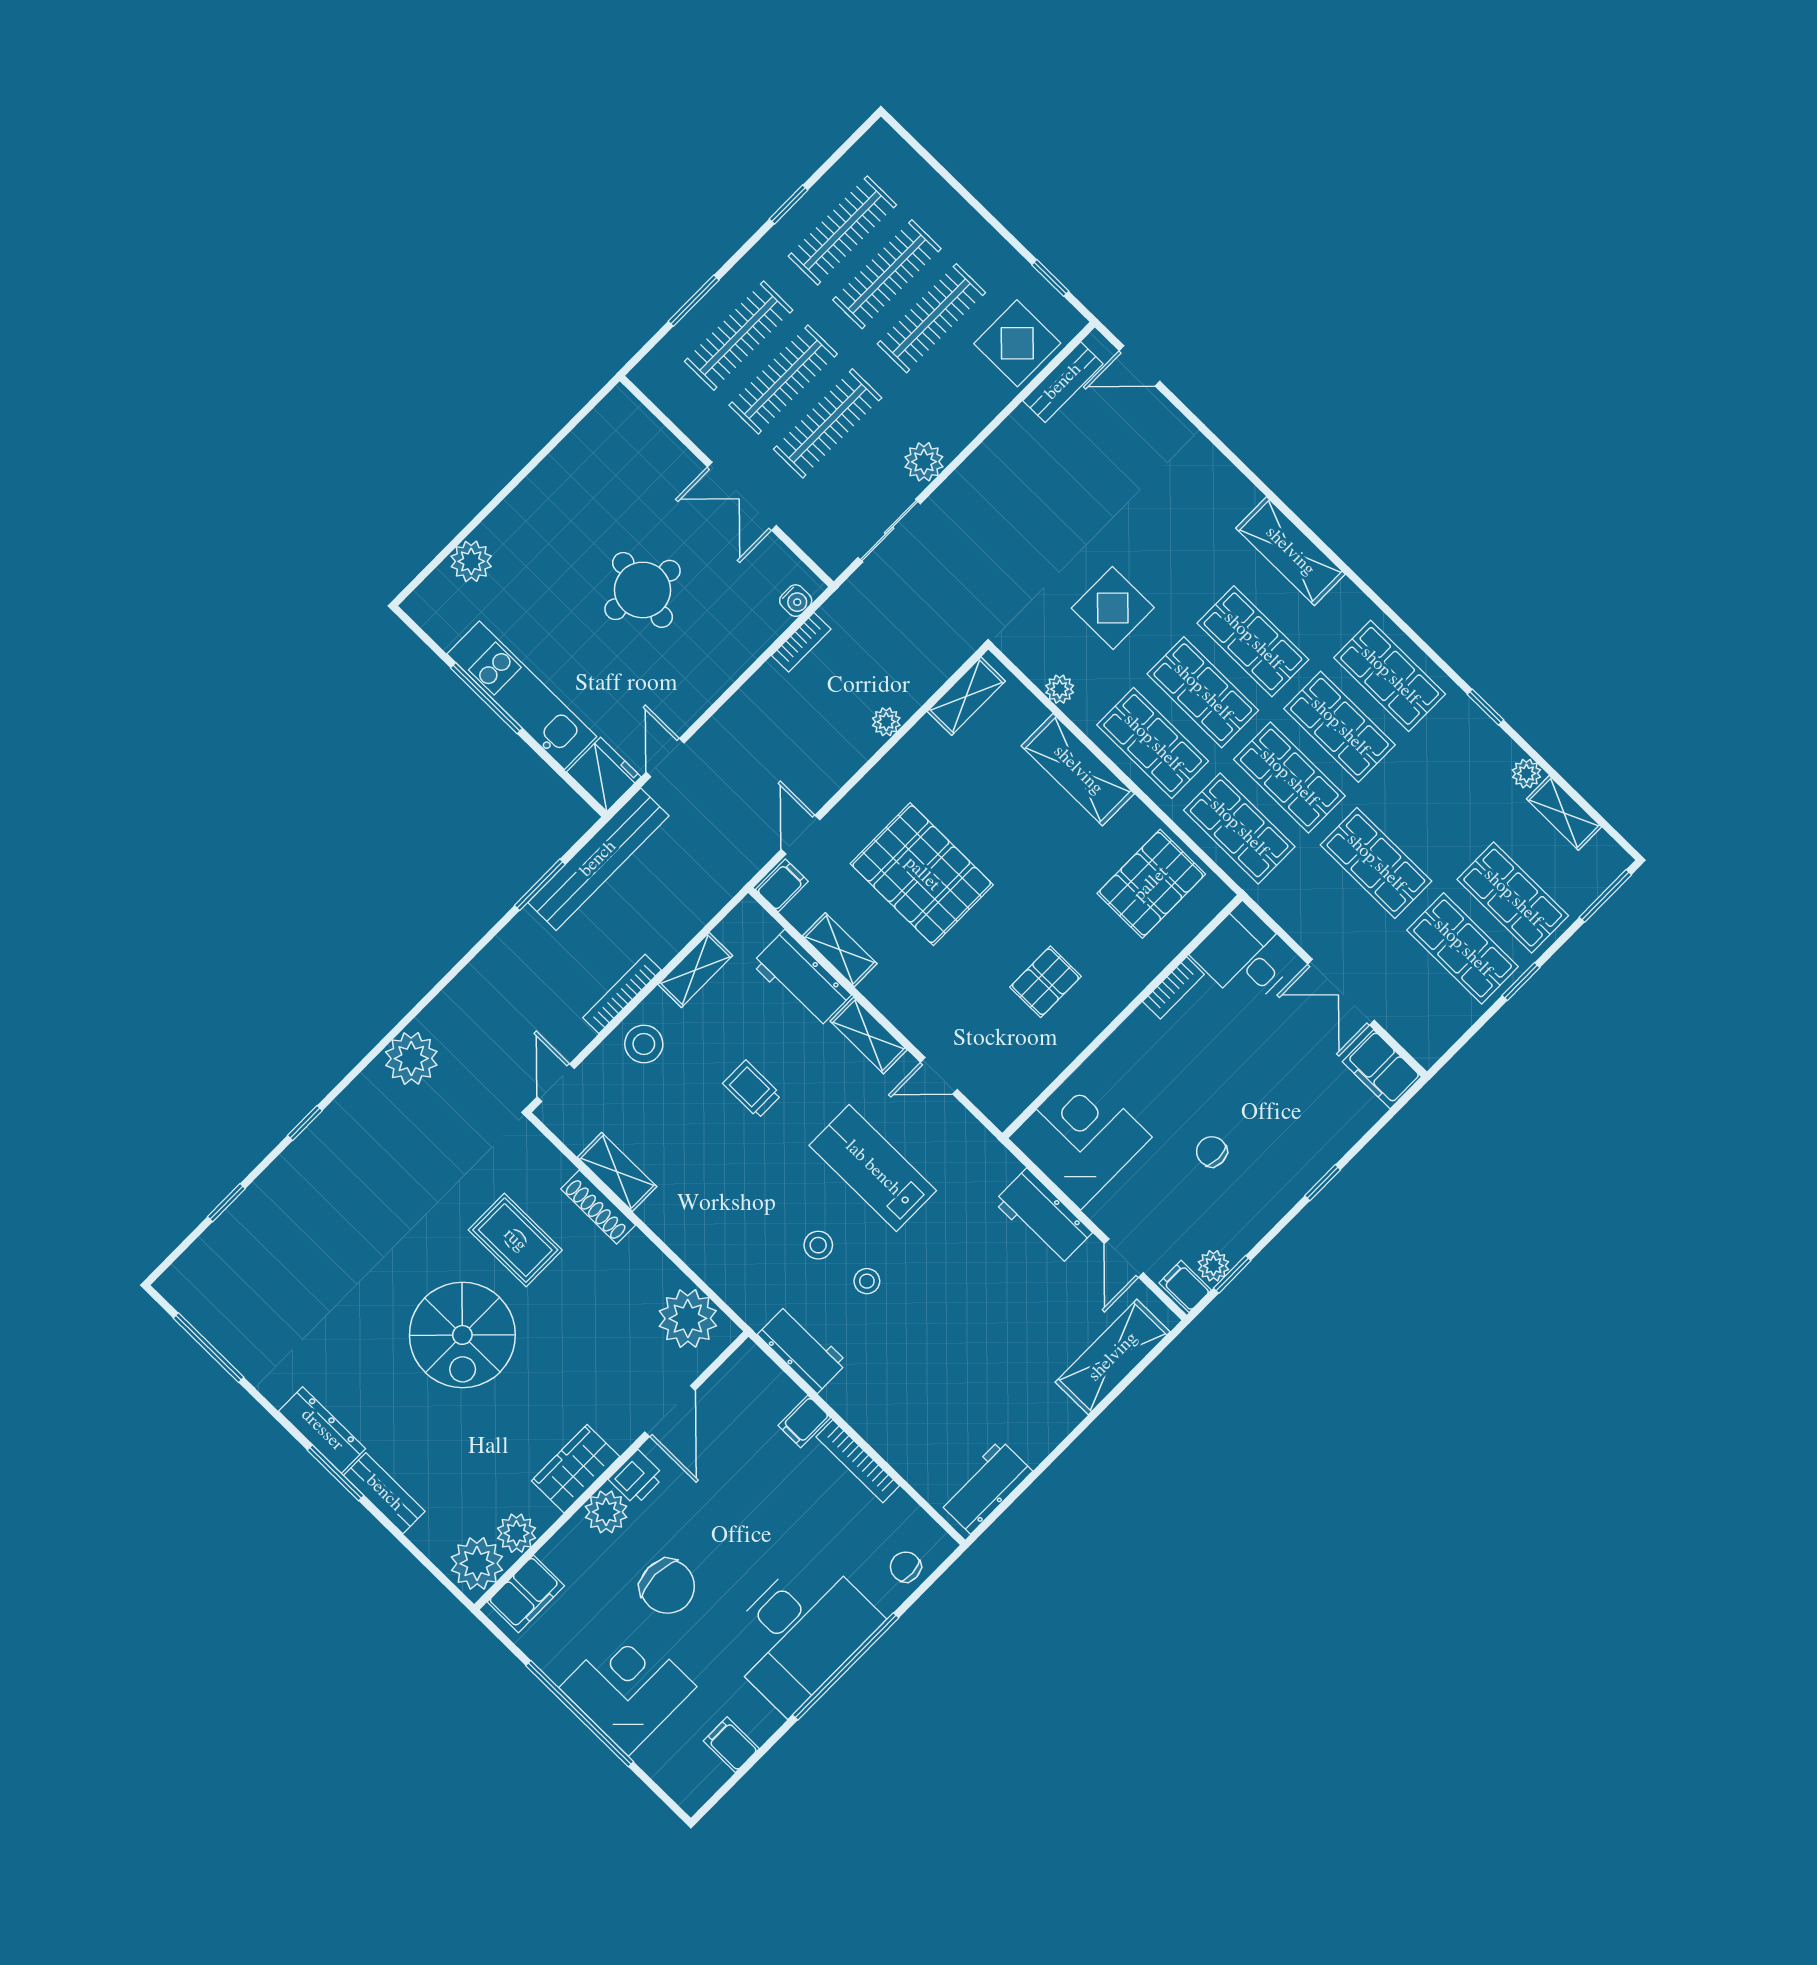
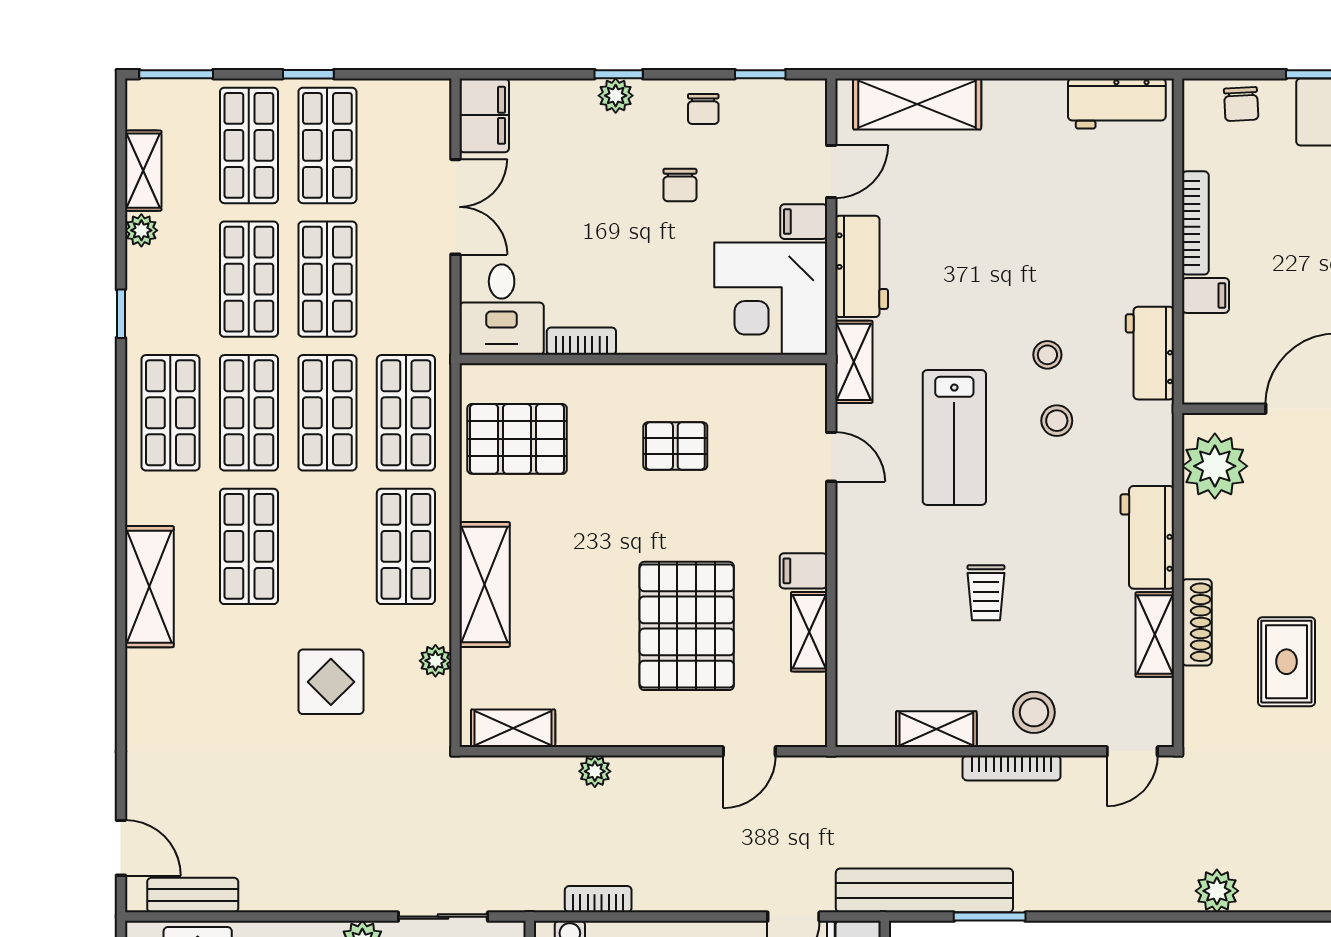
shop shelf: (1203, 692) -> (249, 279), moved
filing cabinet: (782, 885) -> (803, 571), moved
workbench: (801, 979) -> (1147, 537), moved, turned 180
shelving: (869, 1035) -> (854, 362), moved
plant: (411, 1058) -> (1217, 891), width x0.73, depth x0.73
chair: (1246, 1215) -> (703, 109), added
plant: (1213, 1266) -> (616, 96), moved
filing cabinet: (1185, 1286) -> (804, 222), moved, turned 90

